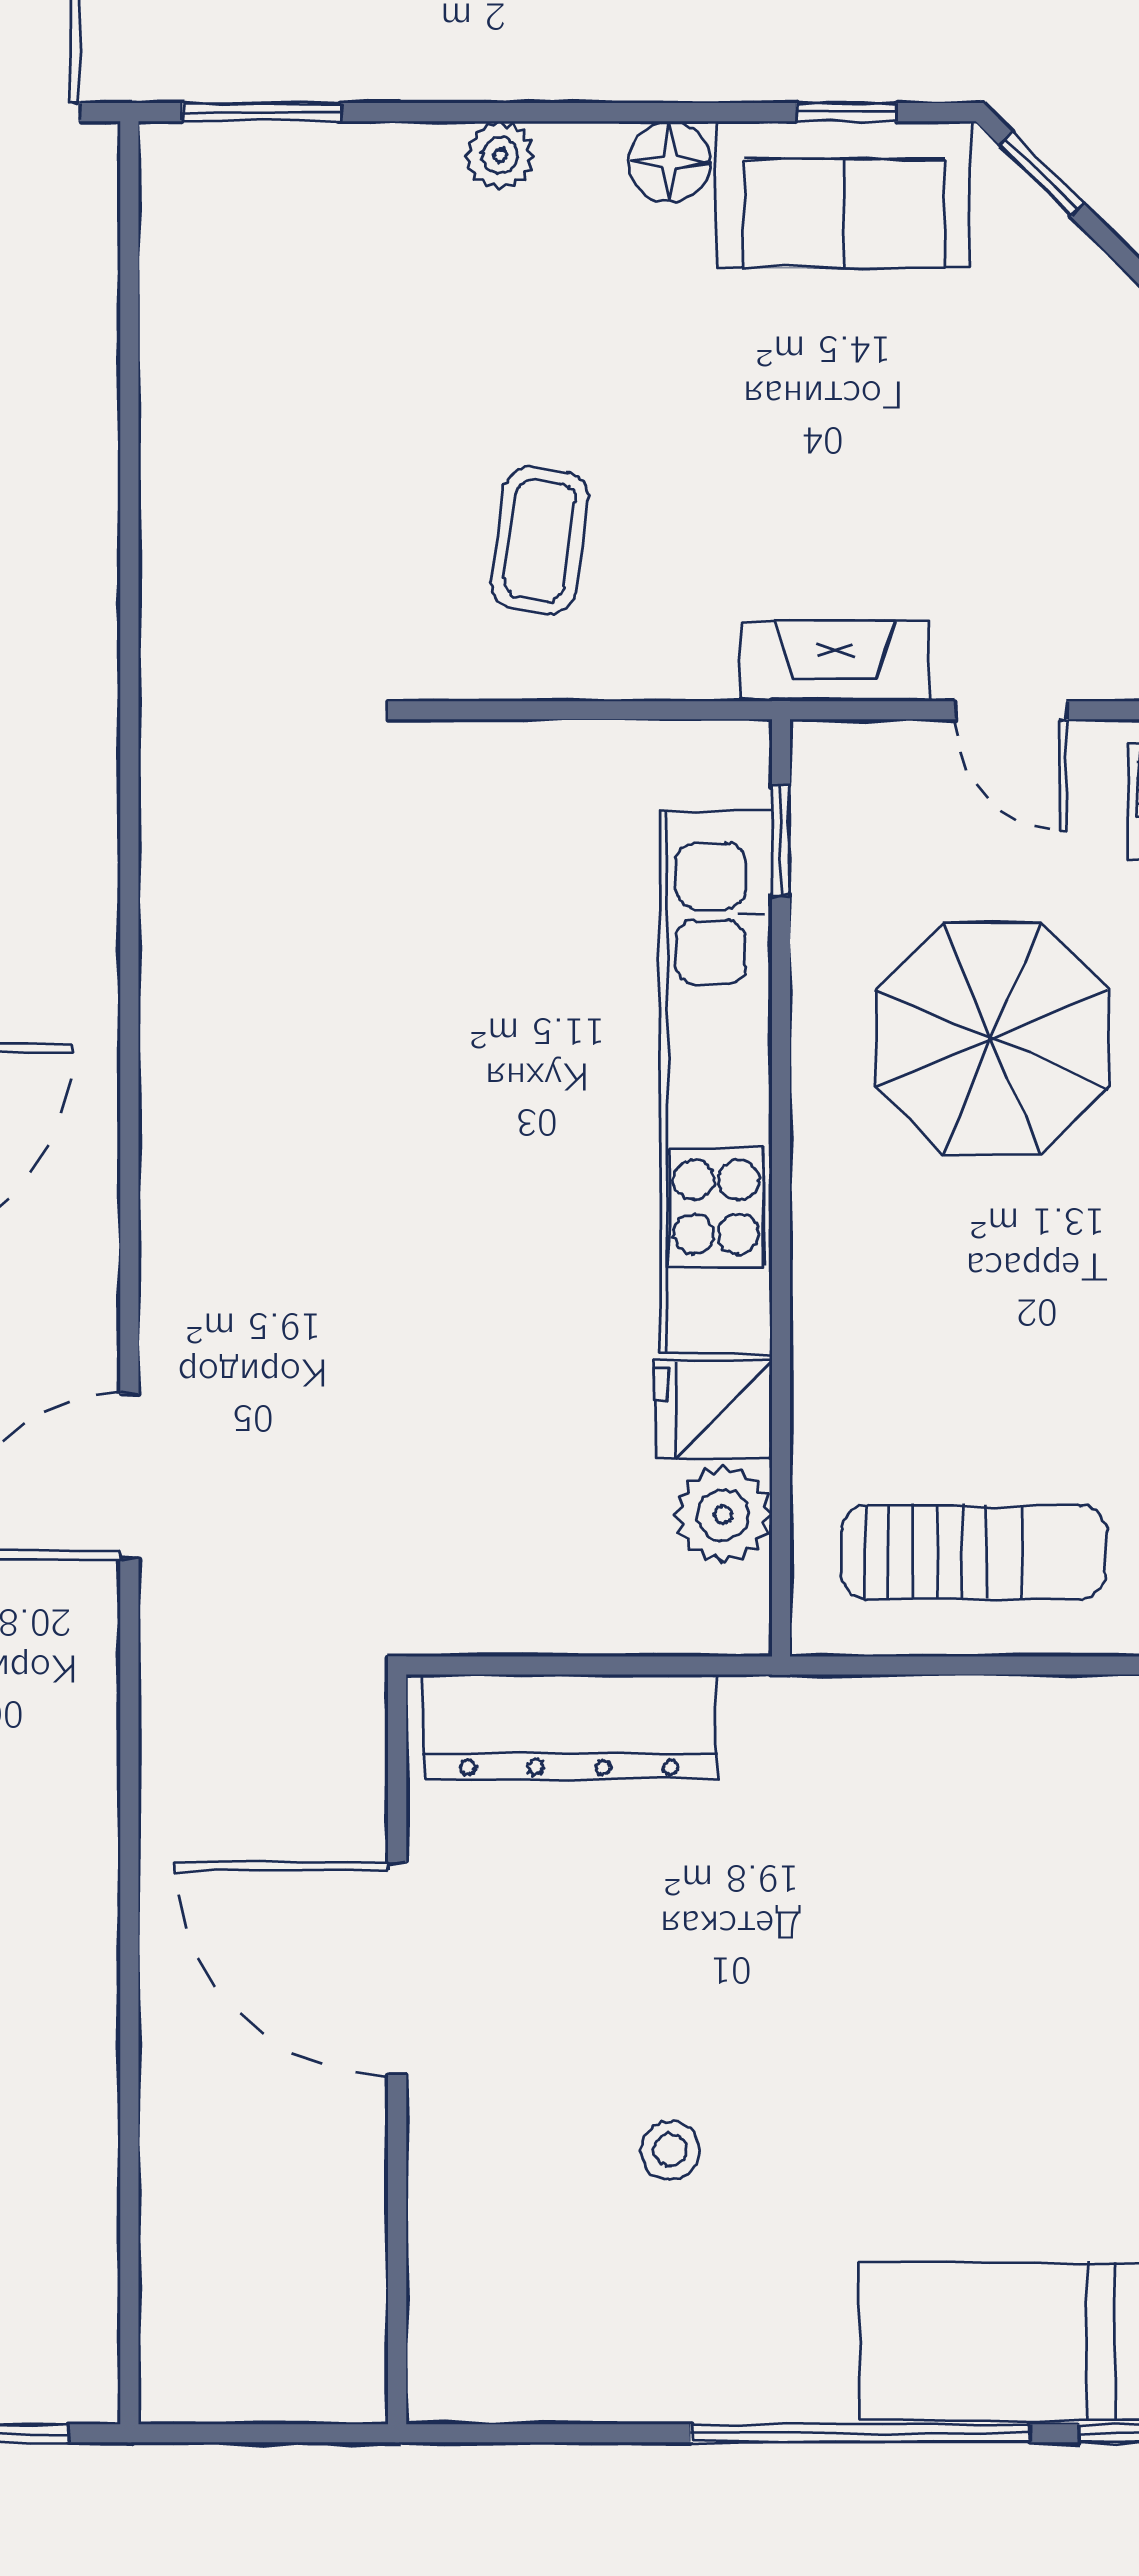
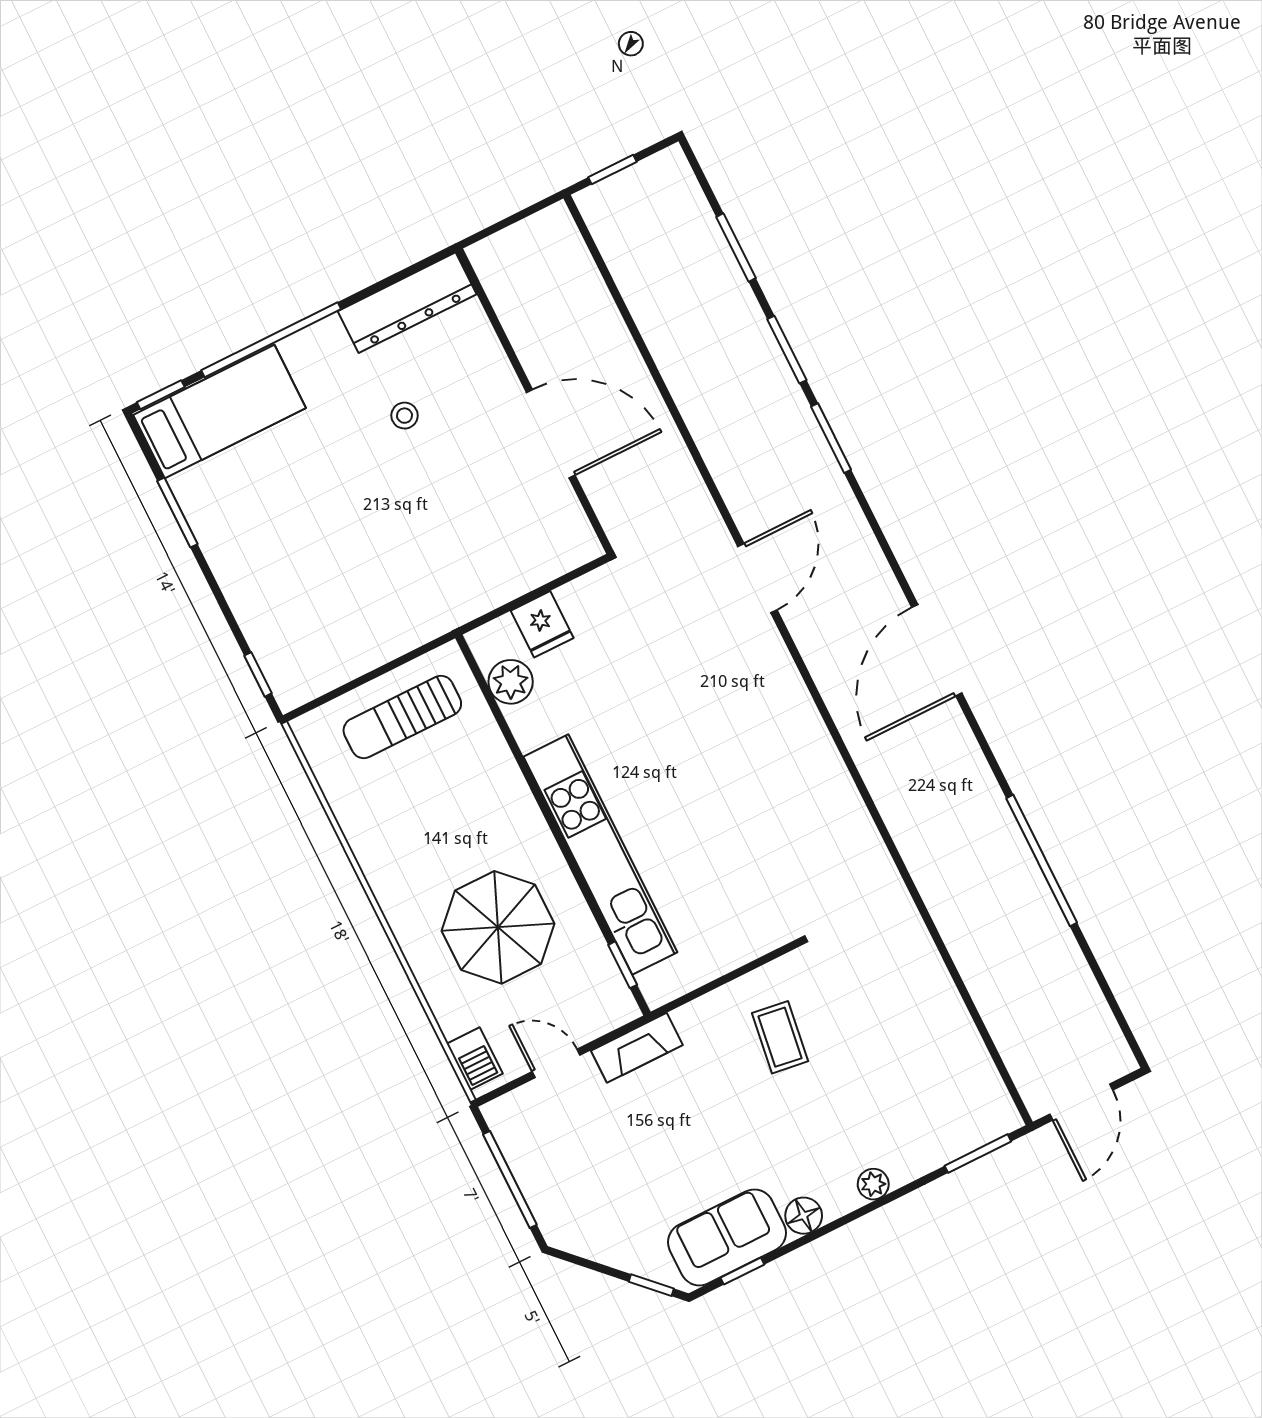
fridge: (713, 1410) -> (542, 624), moved, turned 90
dresser: (569, 1727) -> (407, 303), moved, turned 180

